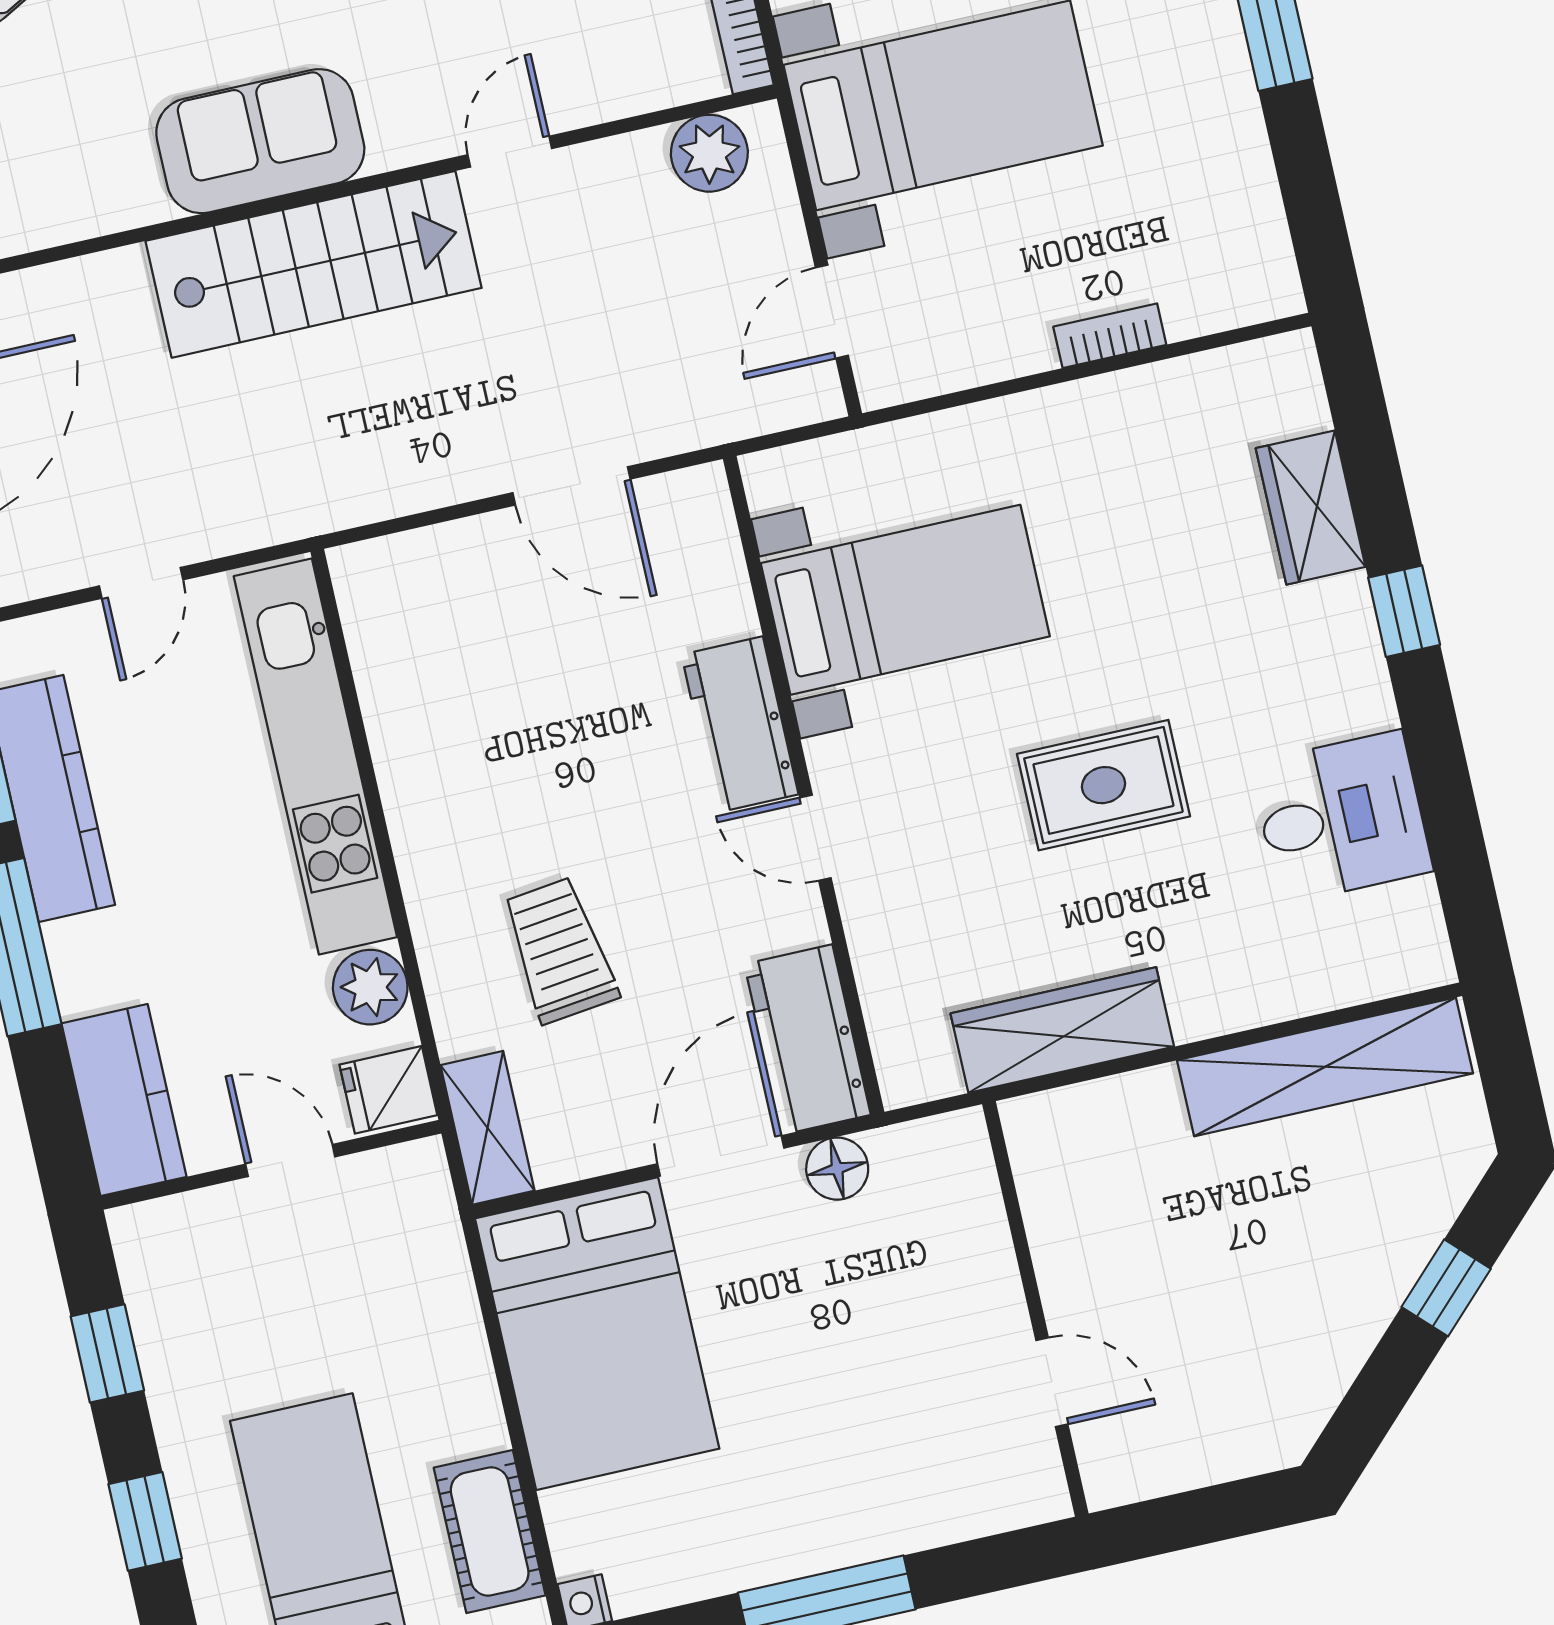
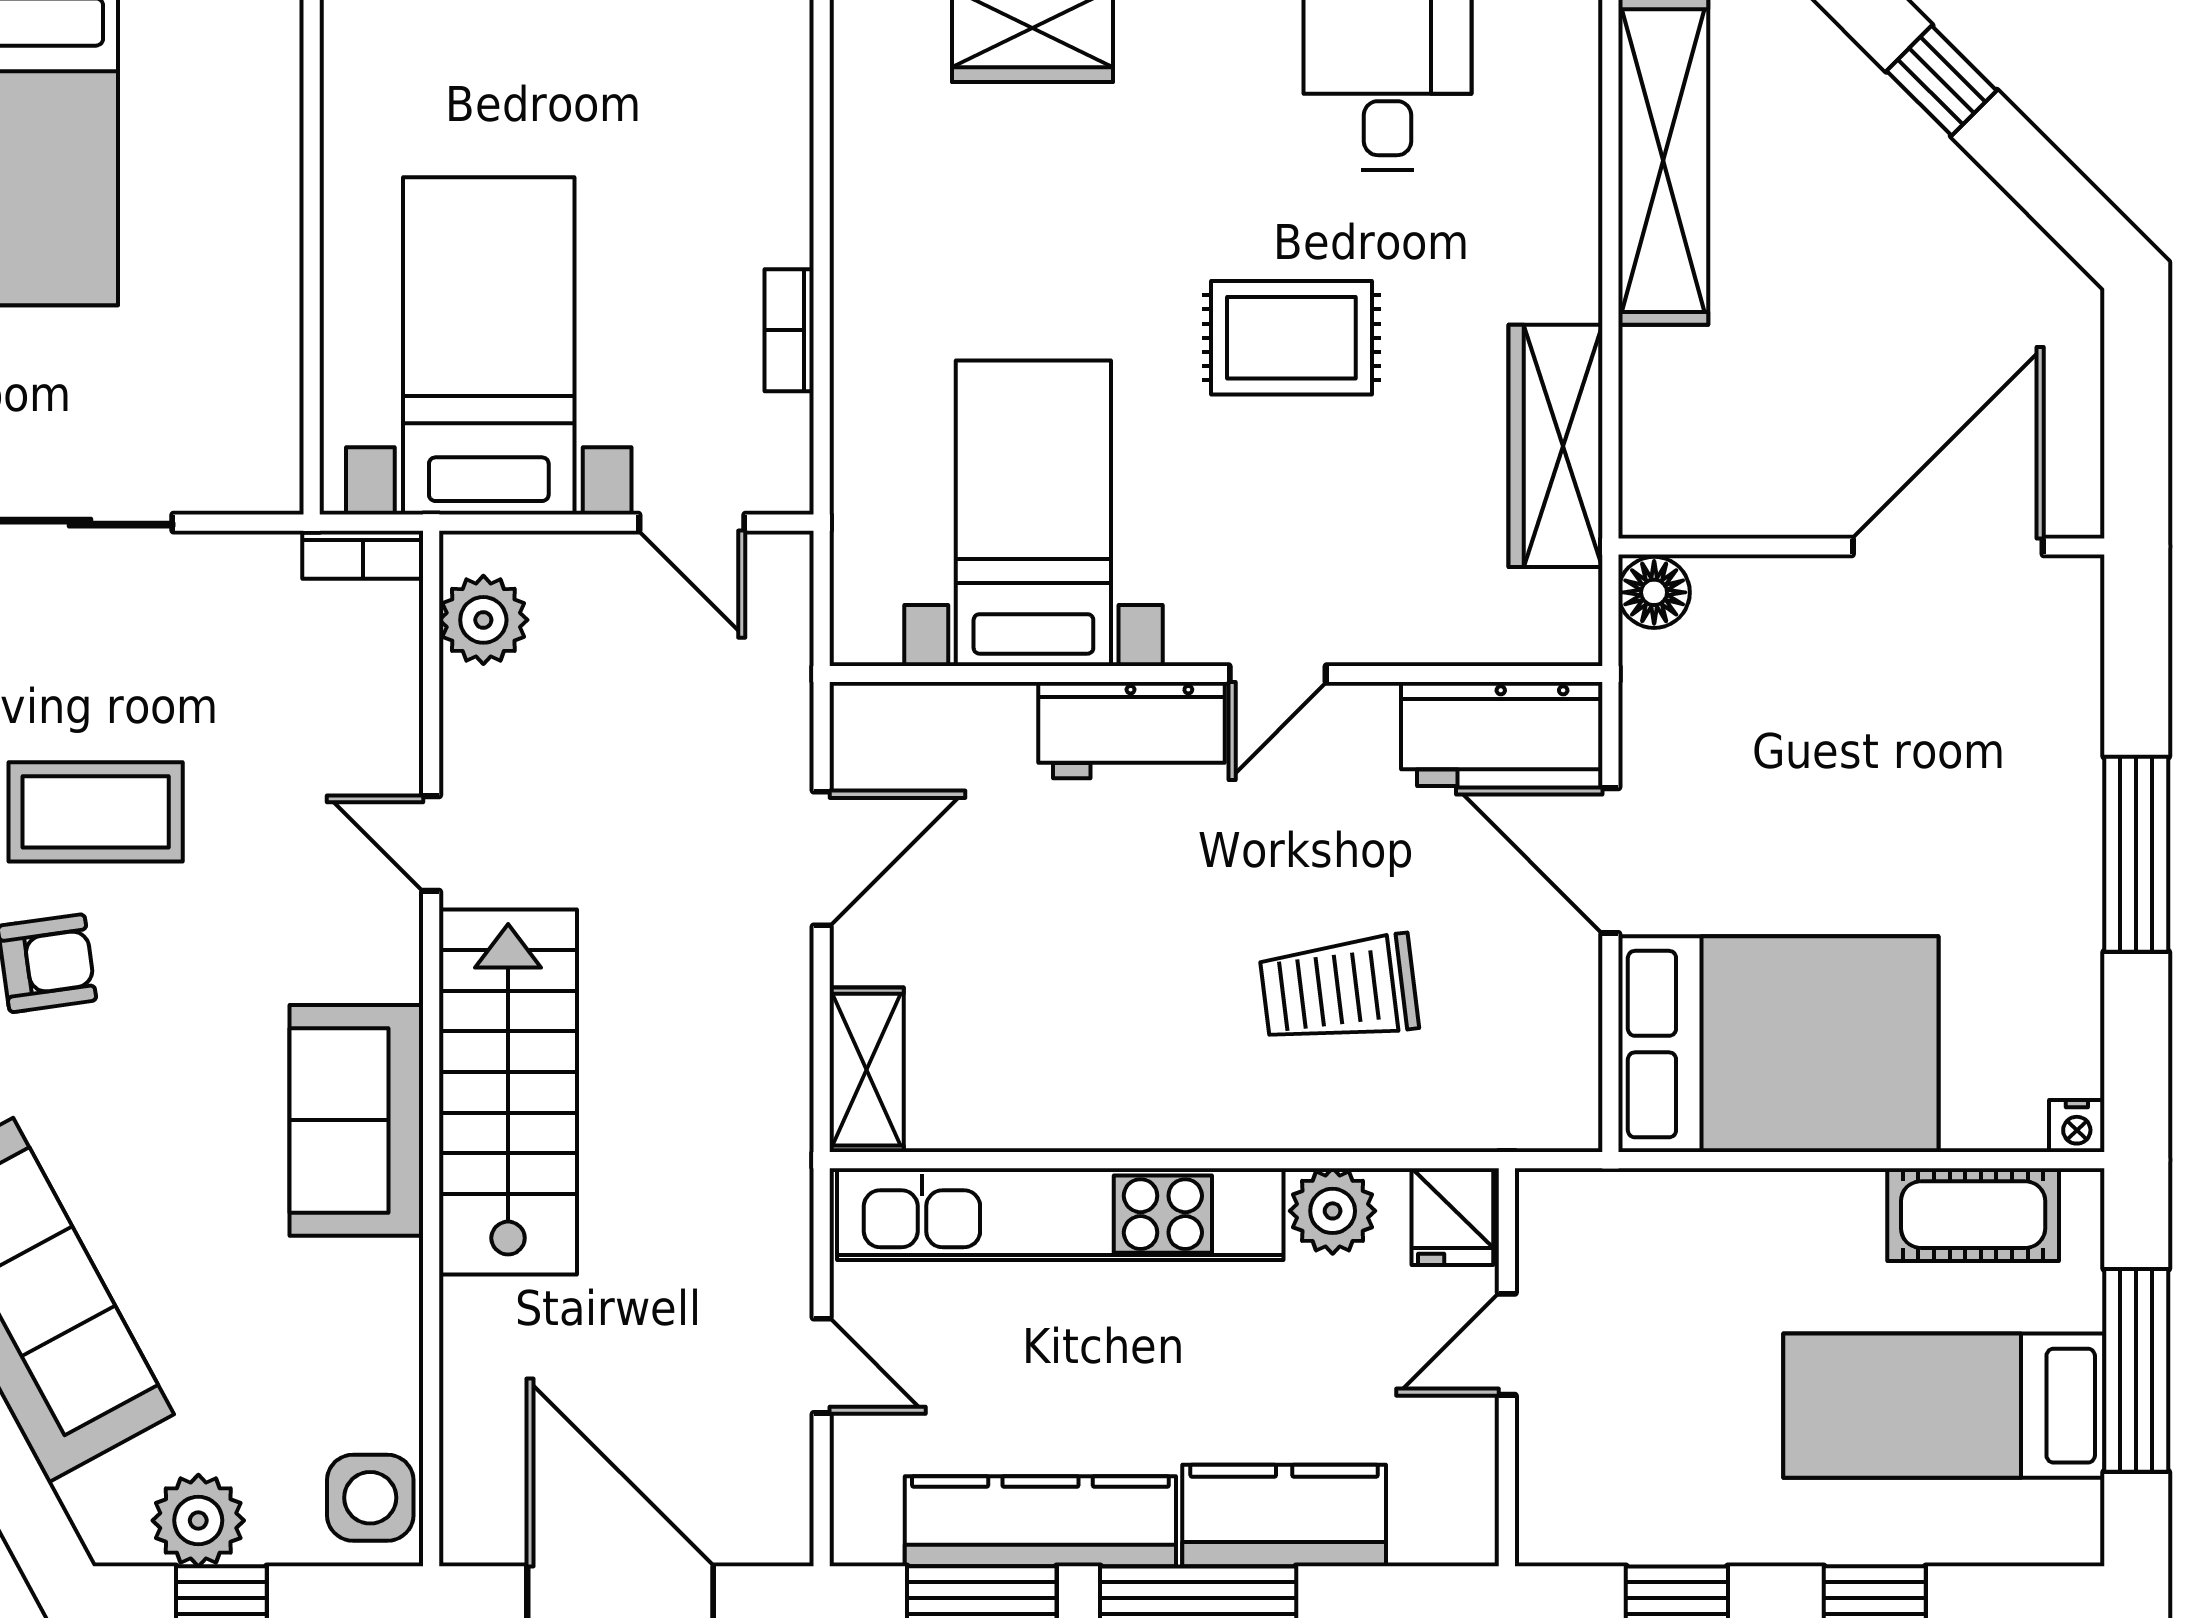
bookcase: (1110, 336) -> (789, 330), moved
rug: (1103, 785) -> (1291, 338), turned 90
kitchen counter: (124, 1100) -> (1284, 1516), moved
shelving: (488, 1128) -> (867, 1070), moved, turned 90
floor lamp: (837, 1169) -> (1654, 592), moved
door: (1052, 1382) -> (1948, 547), width x1.88

